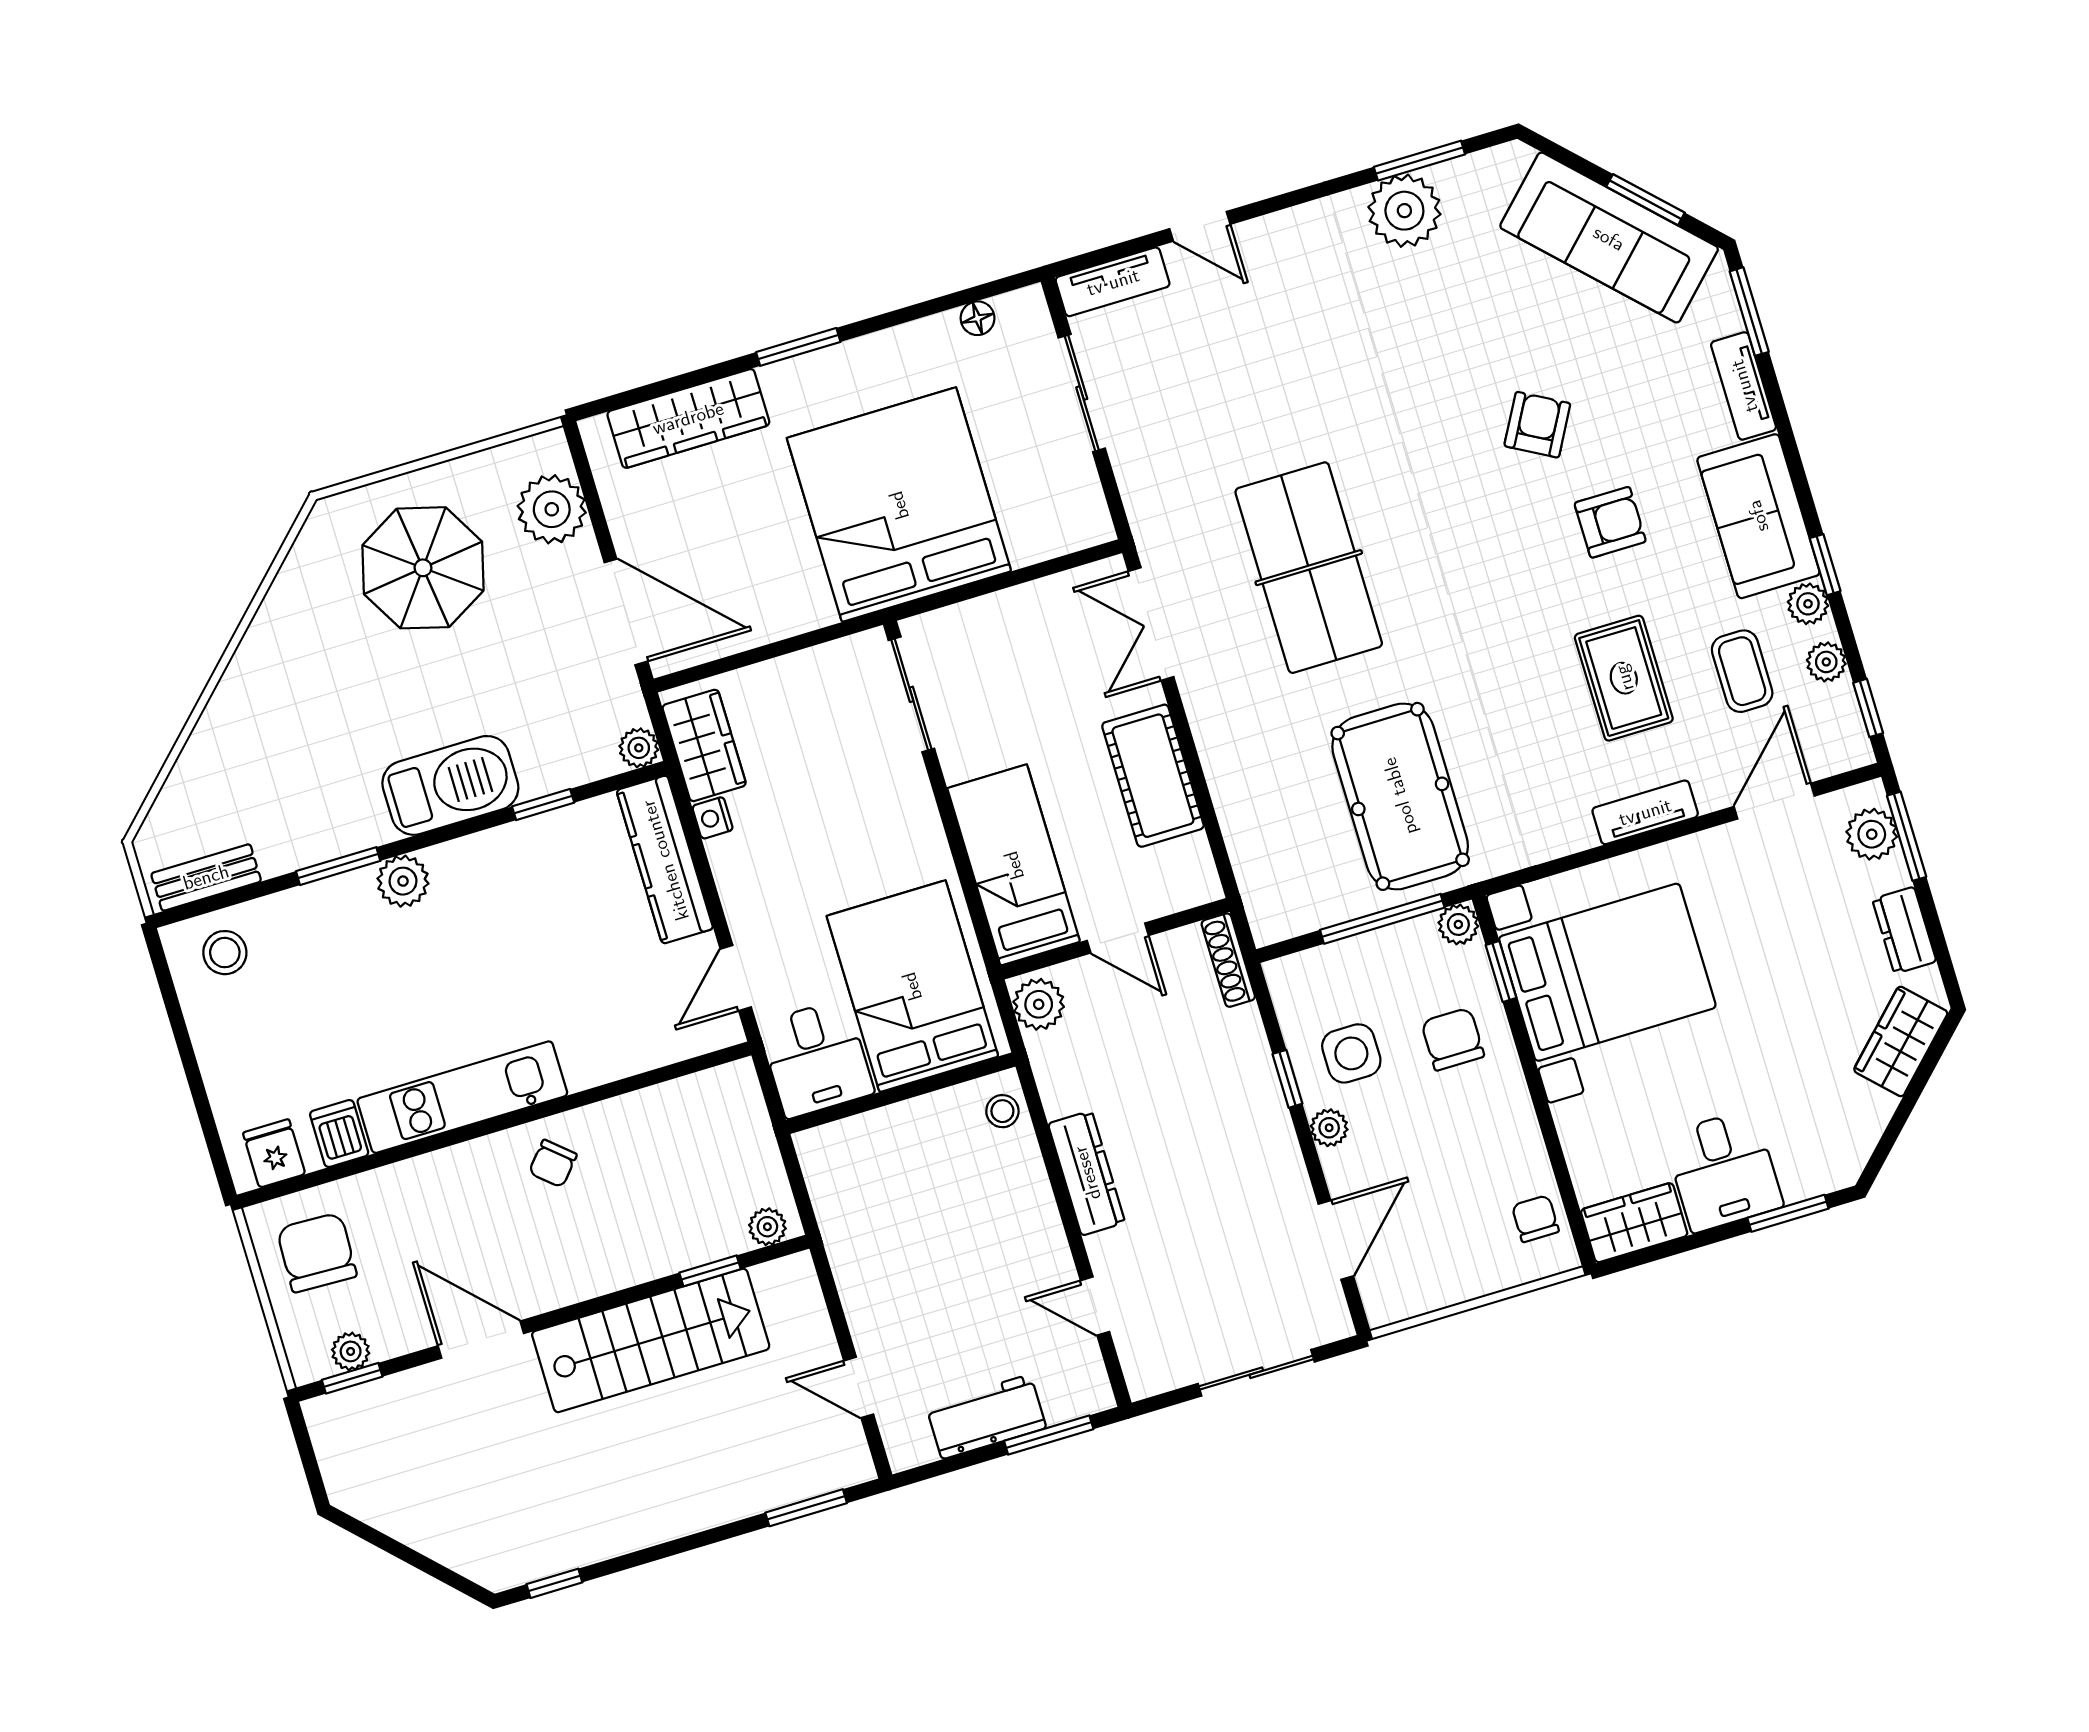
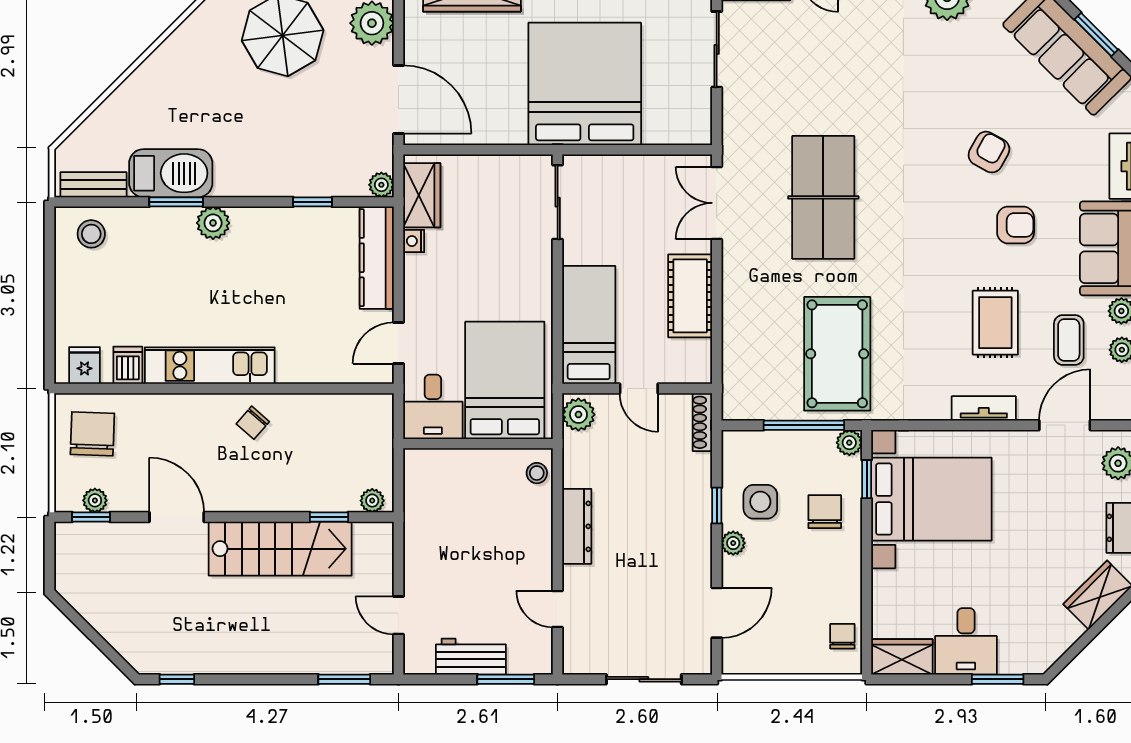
barbecue: (450, 785) -> (171, 173), moved

